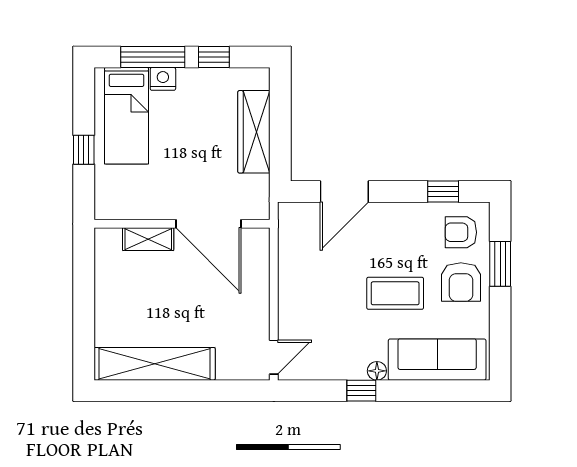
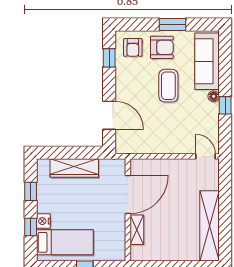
window: (153, 57) -> (31, 227), width x0.46
window: (500, 264) -> (173, 24), moved

